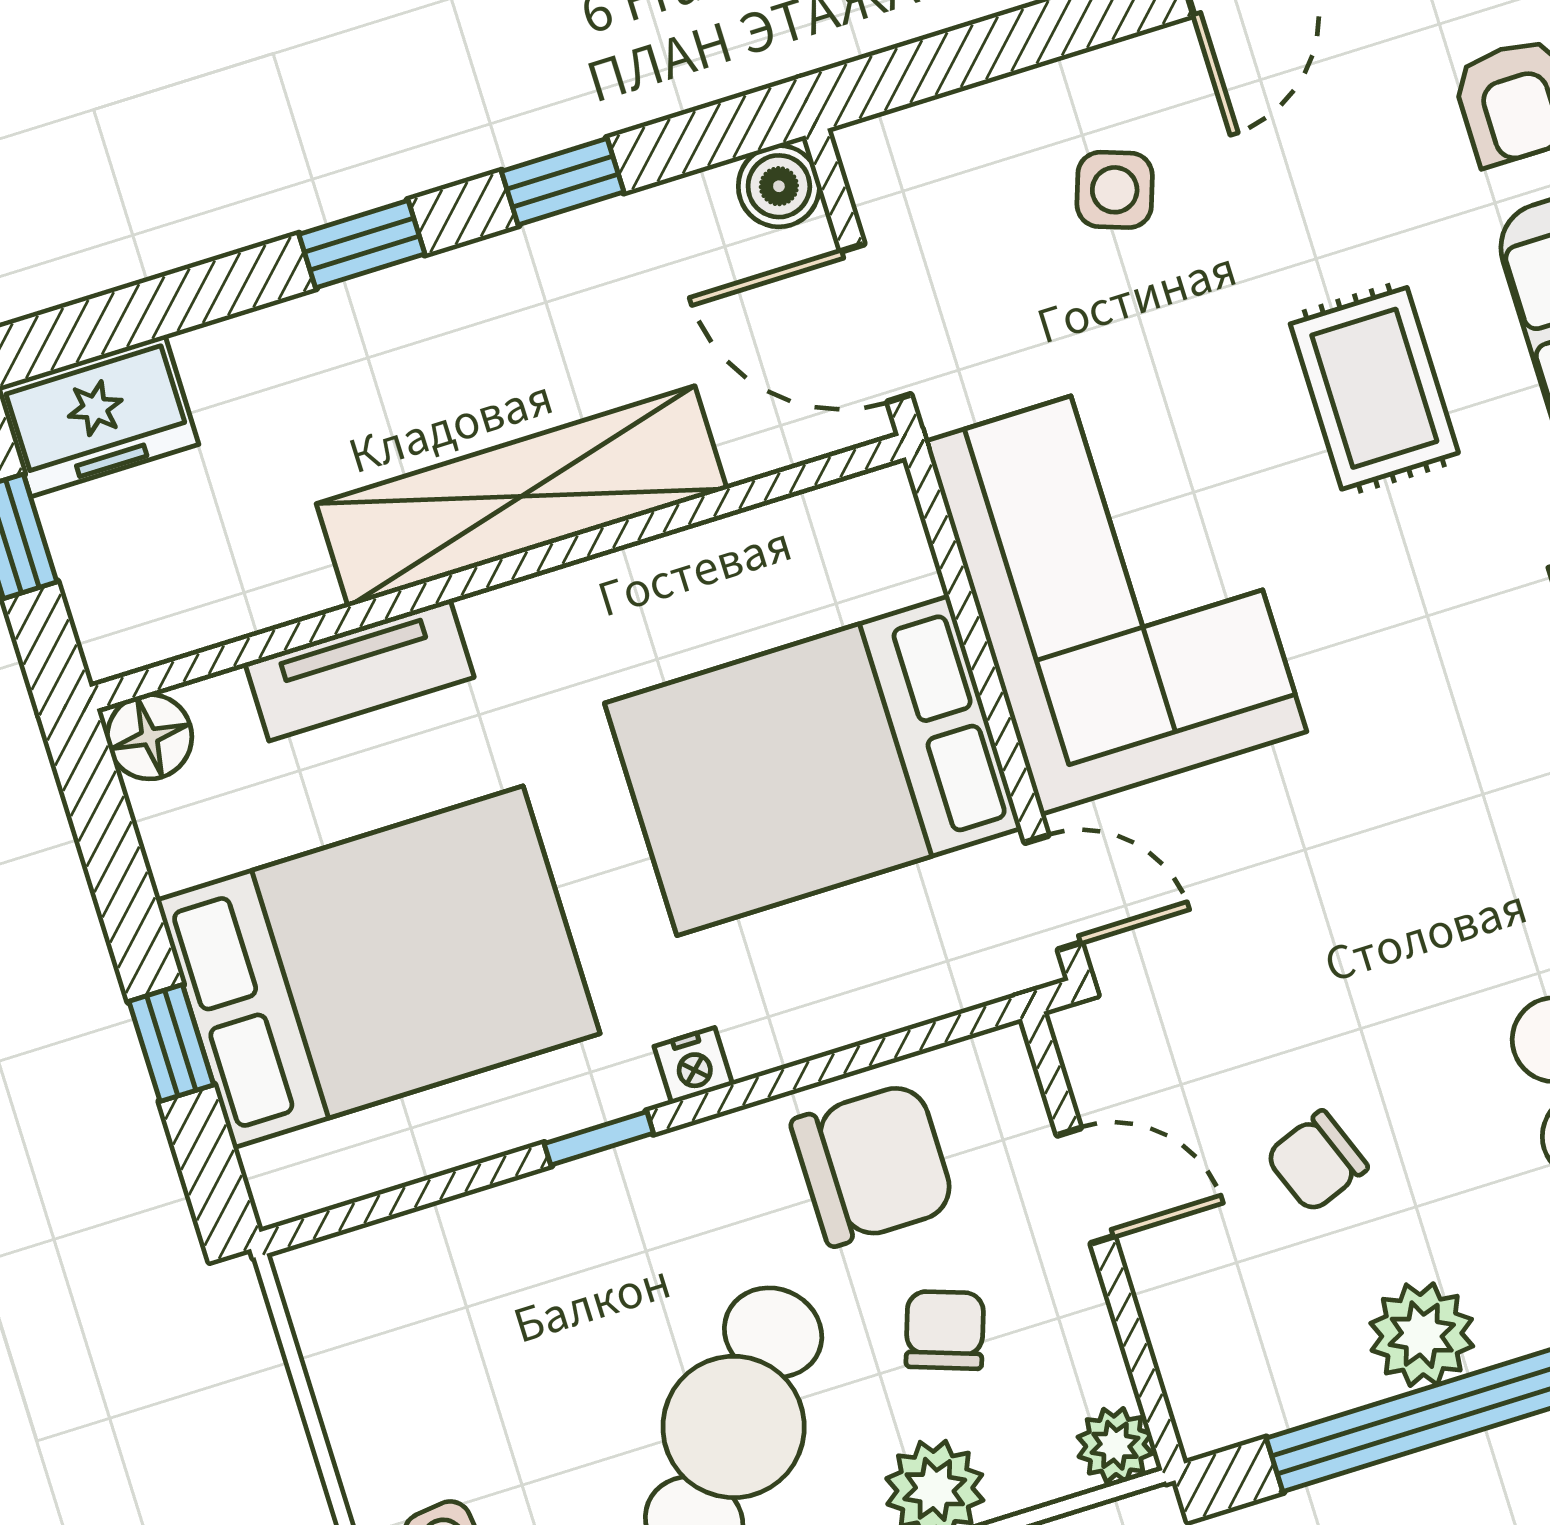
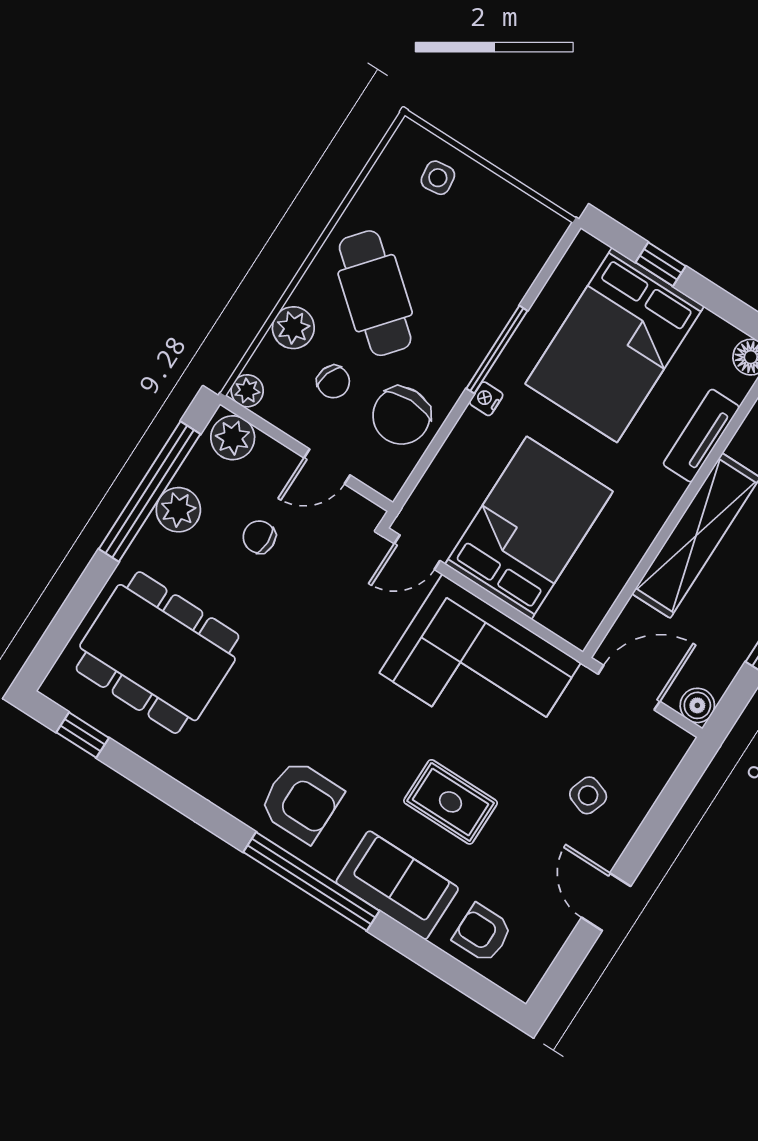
window: (599, 1138) -> (497, 350), width x2.17
chair: (1317, 1161) -> (259, 537), turned -69
plant: (1213, 1382) -> (233, 438), added

